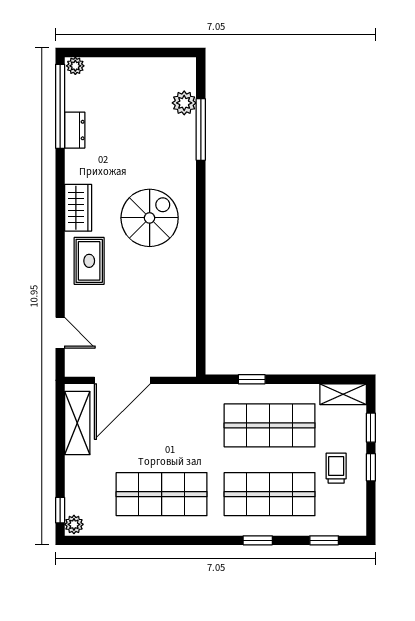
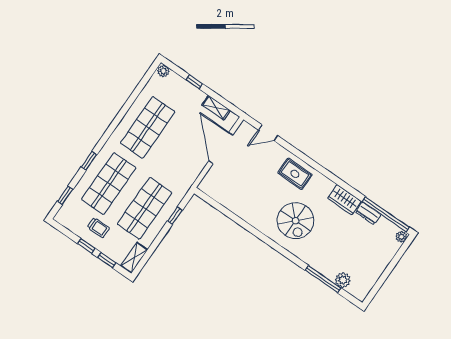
wardrobe: (78, 208) -> (344, 200), moved
shelving: (77, 423) -> (216, 108), width x0.67, depth x0.75
window: (60, 510) -> (194, 82), moved

